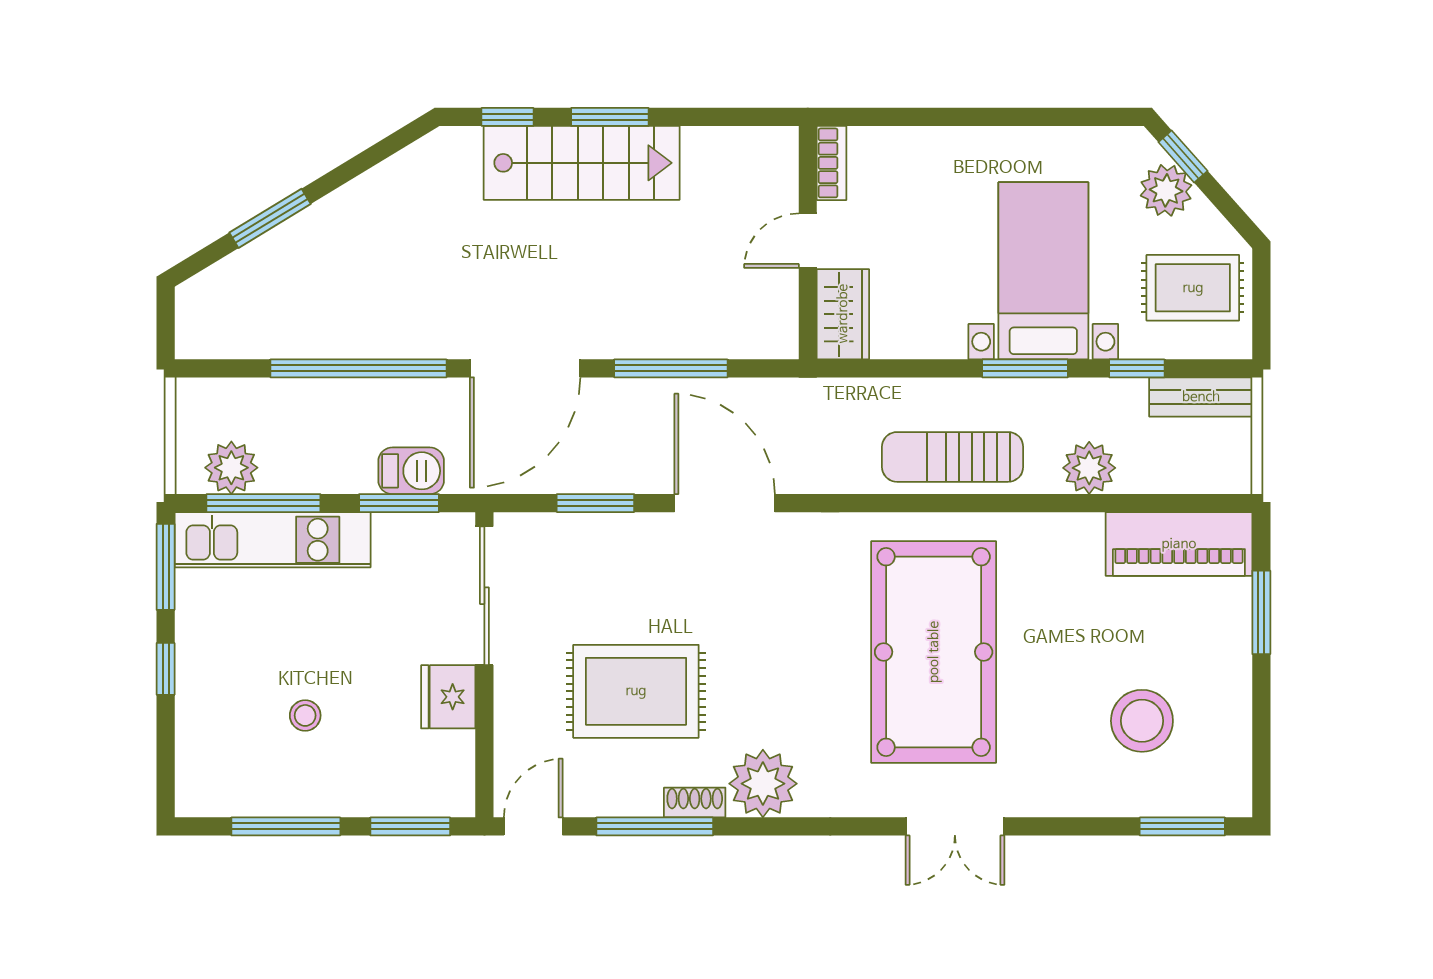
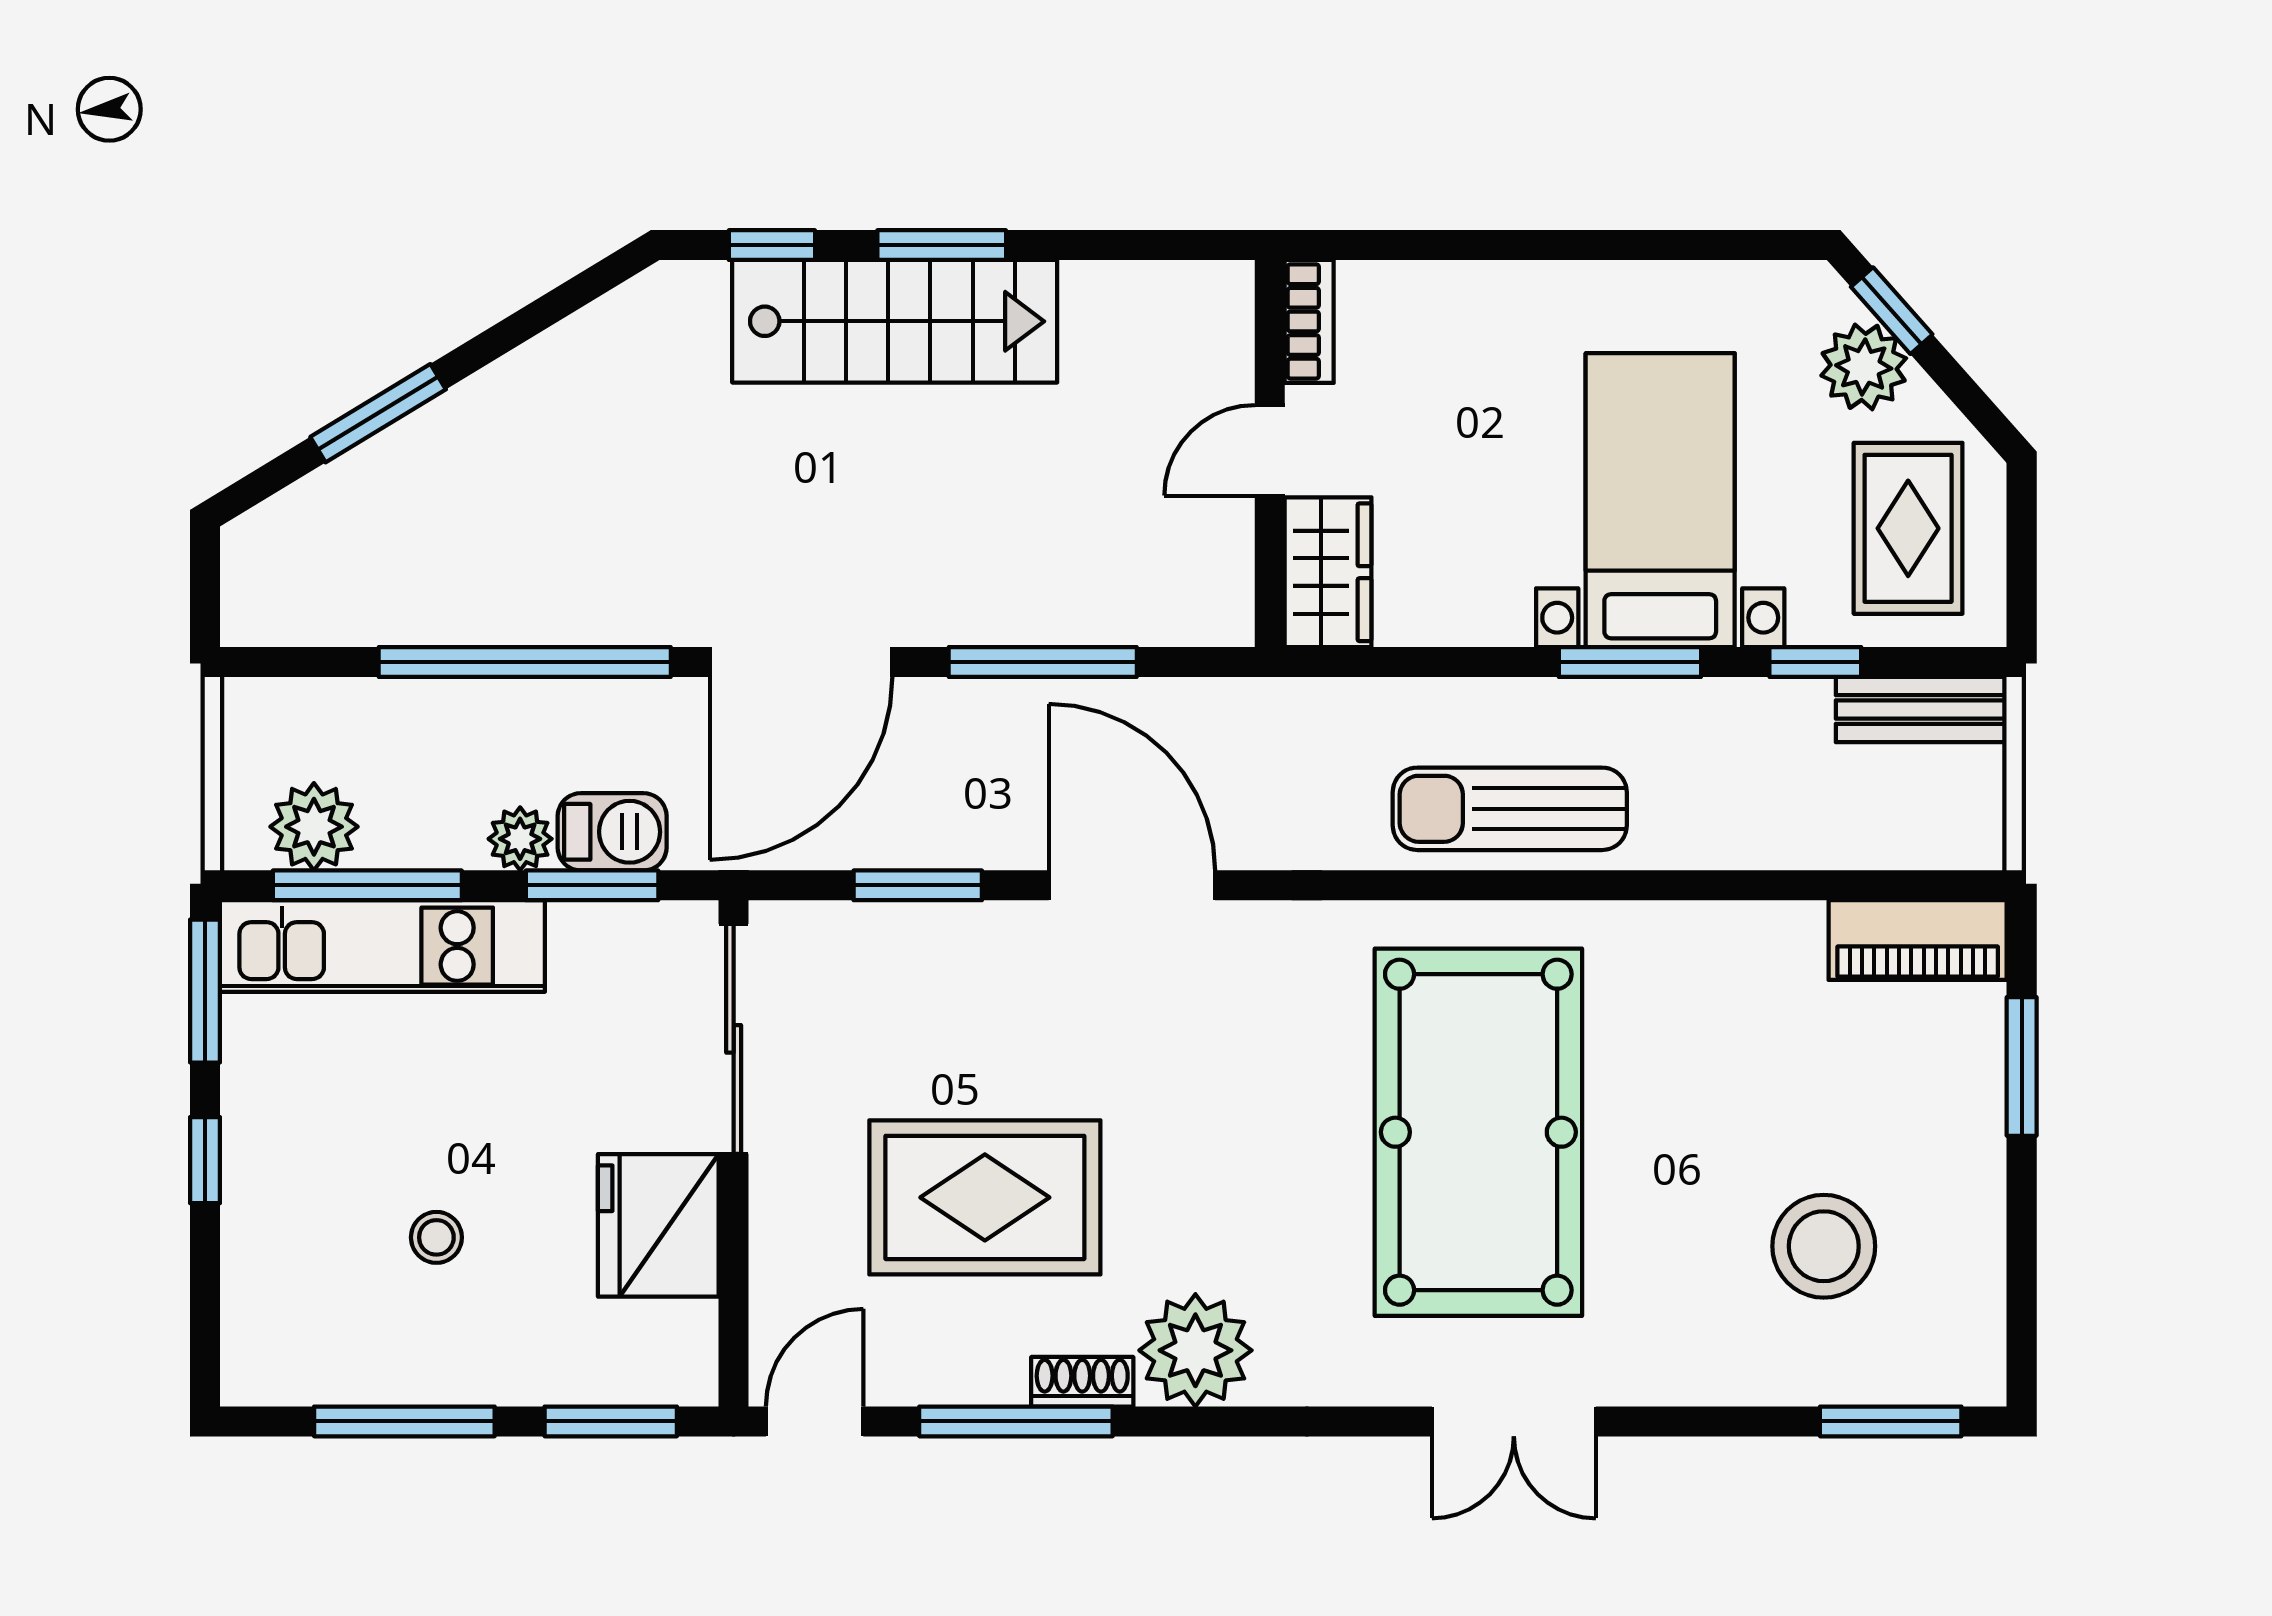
rug: (1193, 288) -> (1908, 528), turned 90
plant: (1089, 468) -> (520, 839), moved, width x0.73, depth x0.73
piano: (1179, 544) -> (1918, 940), width x0.73, depth x0.75
fridge: (448, 697) -> (658, 1225), width x1.36, depth x1.34

